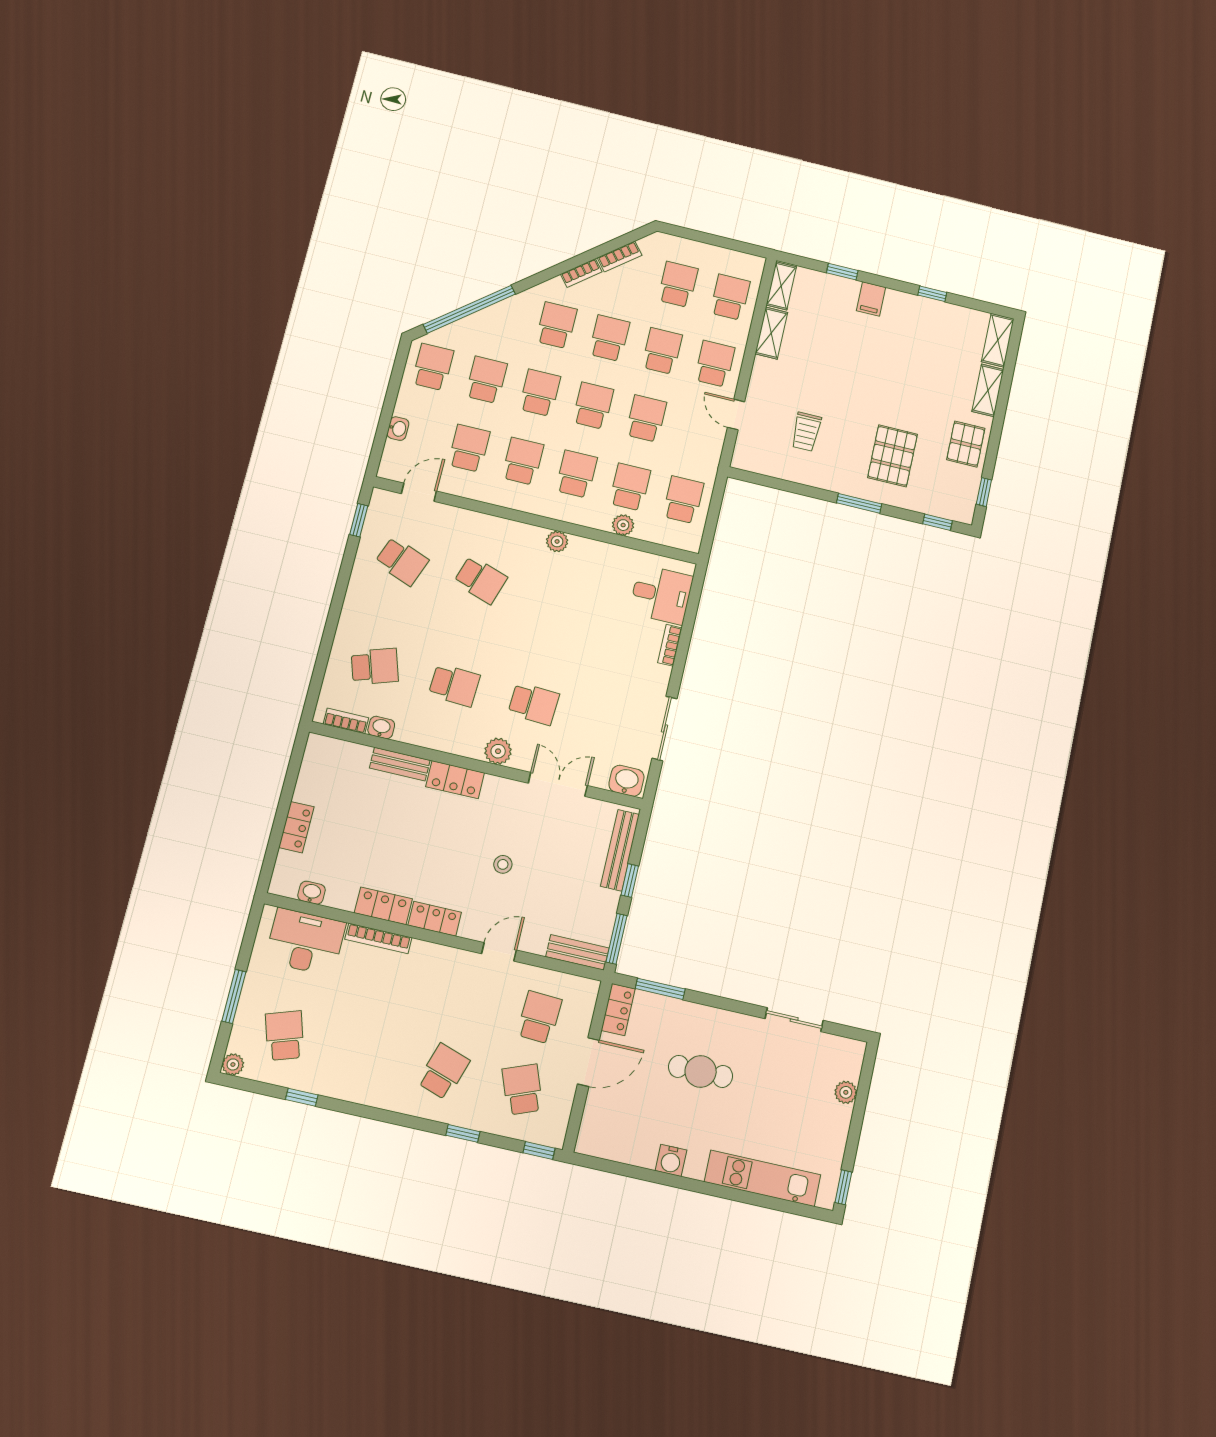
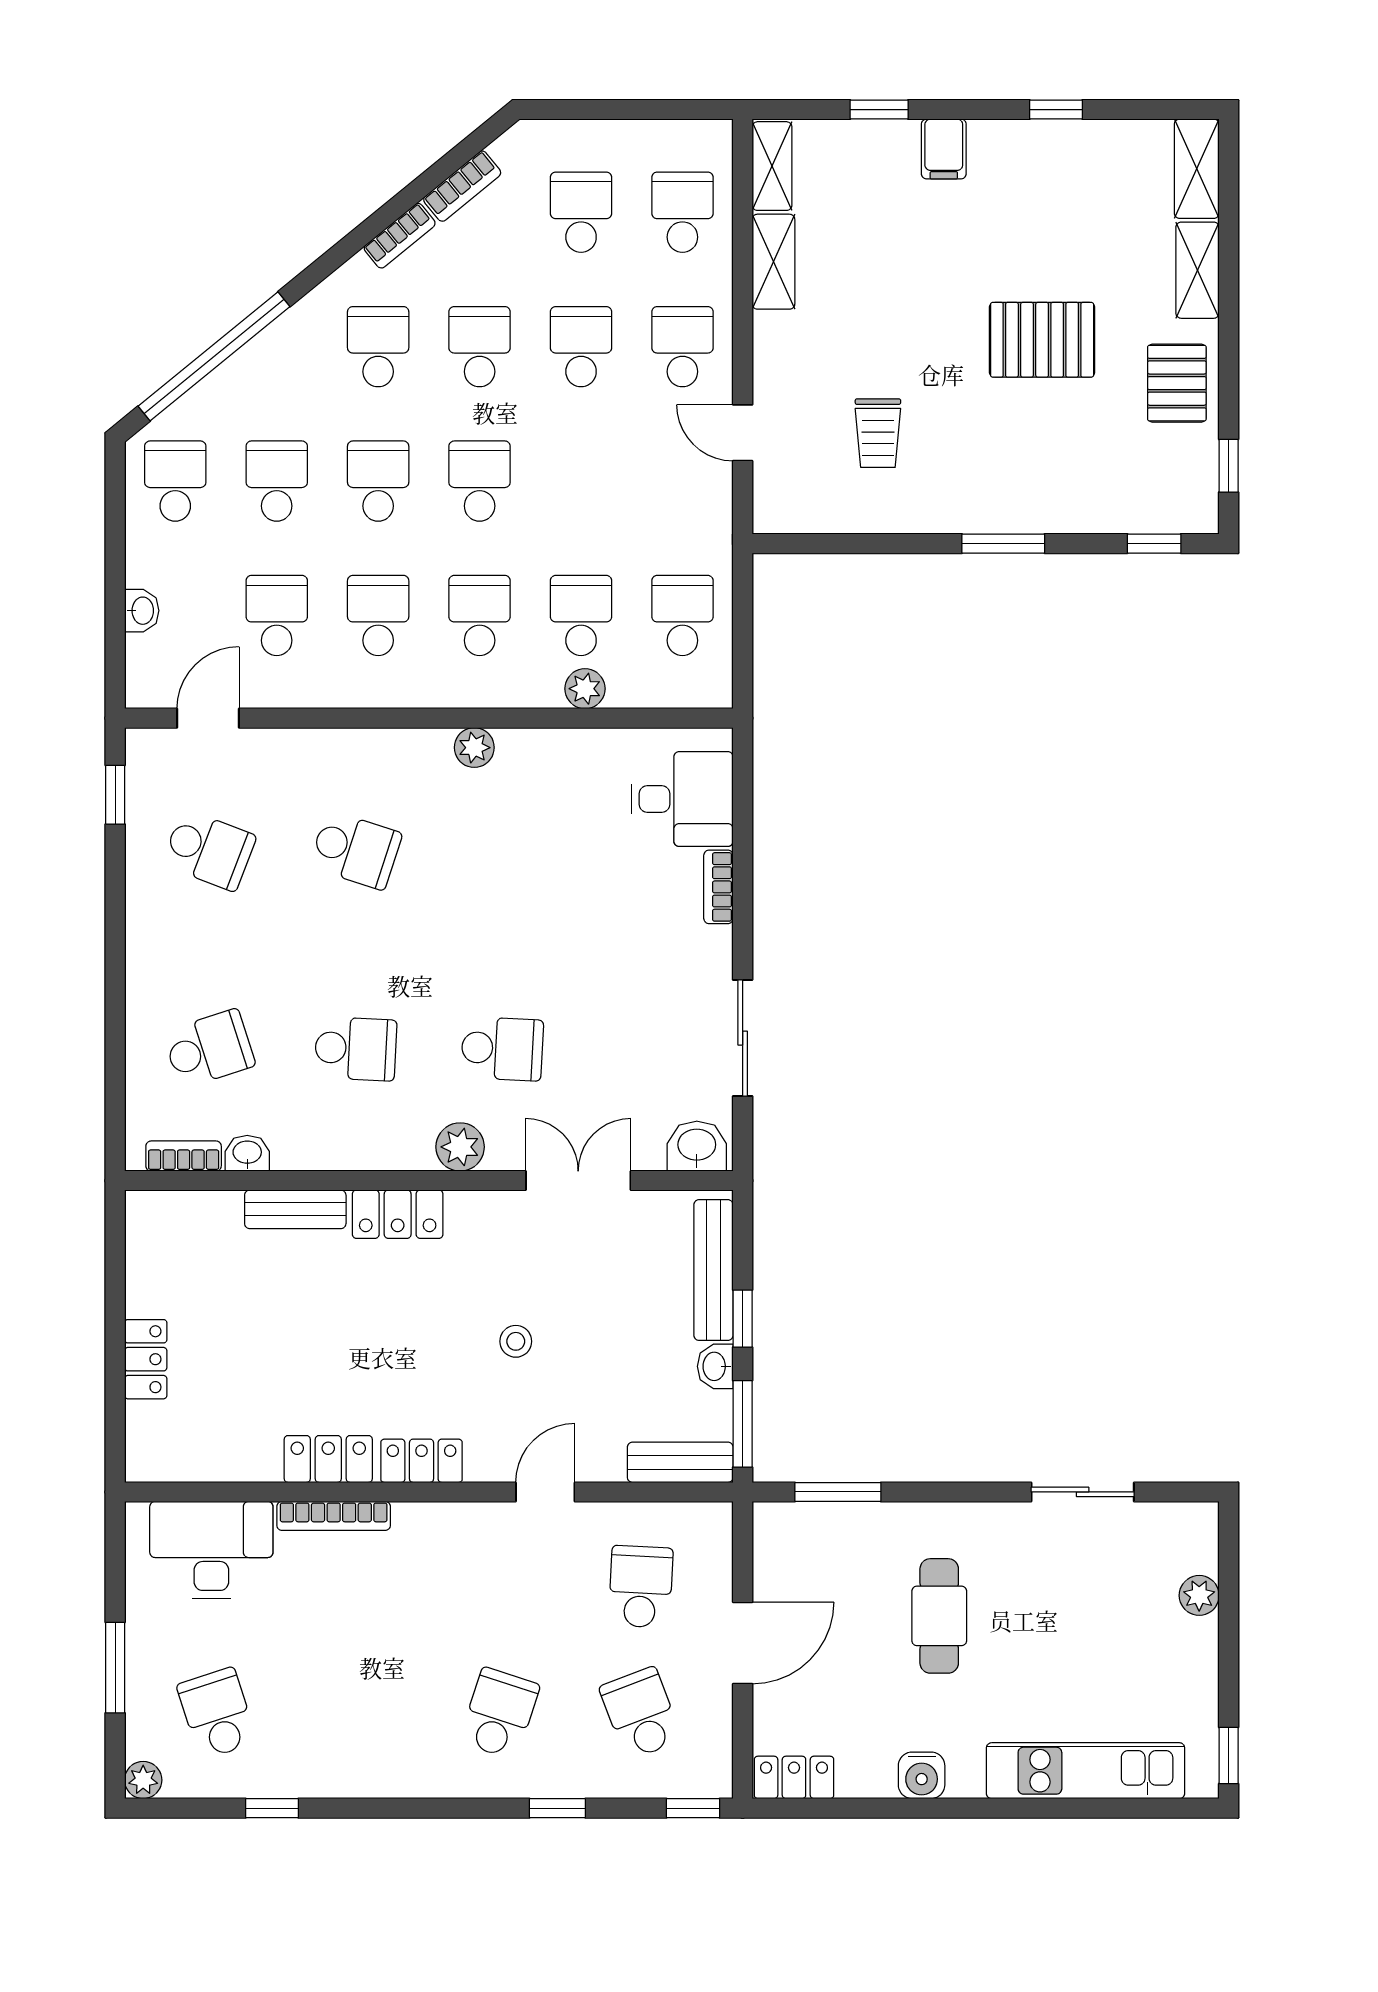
school desk: (646, 419) -> (581, 481), removed
pallet: (893, 456) -> (1042, 340), moved, turned 90
washbasin: (312, 893) -> (715, 1366), moved, turned -90
locker: (618, 1010) -> (794, 1777), moved, turned -90
cafe table: (701, 1071) -> (939, 1616), turned 90

